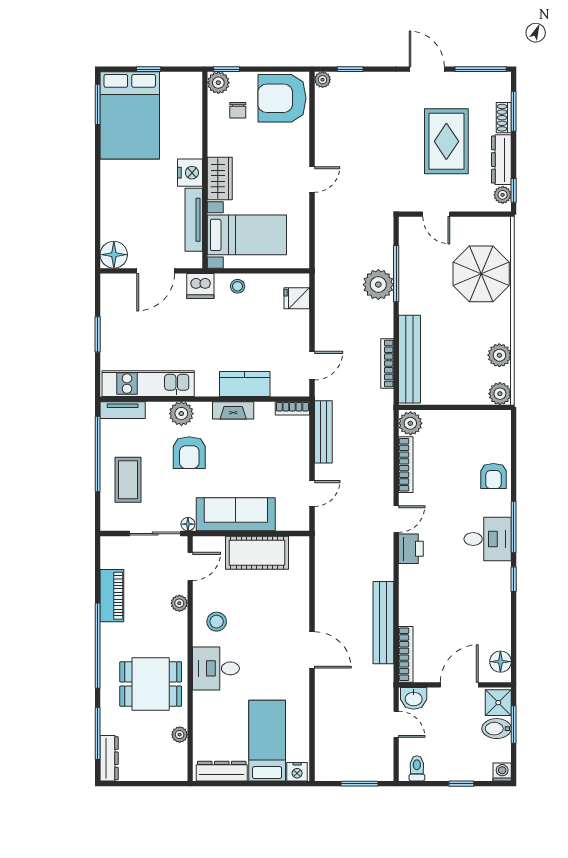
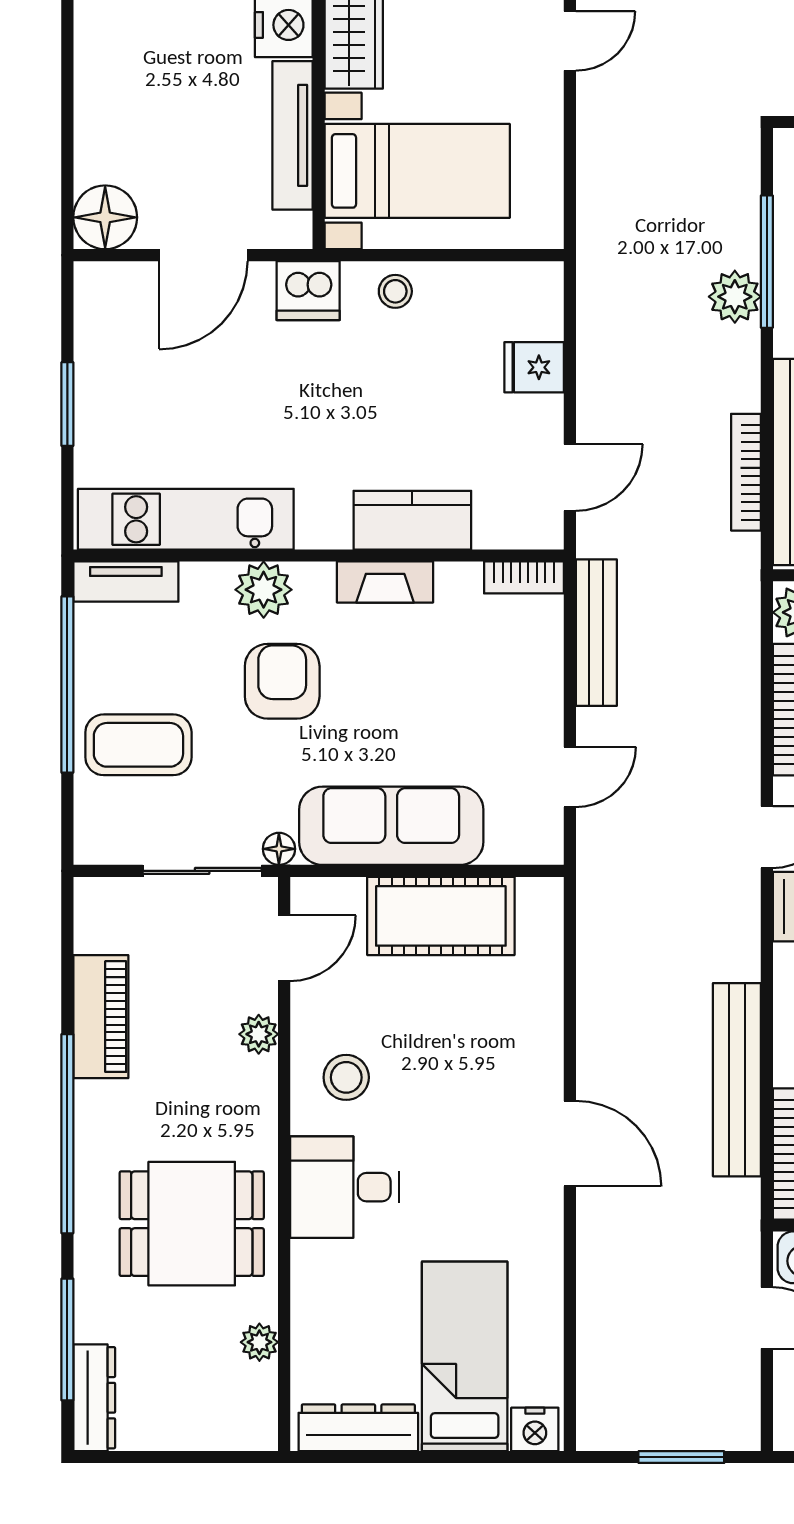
plant: (378, 285) -> (735, 297), width x0.73, depth x0.73
fridge: (297, 298) -> (534, 367), moved
armchair: (189, 453) -> (282, 681), turned 180
coffee table: (128, 480) -> (138, 745), turned 90

